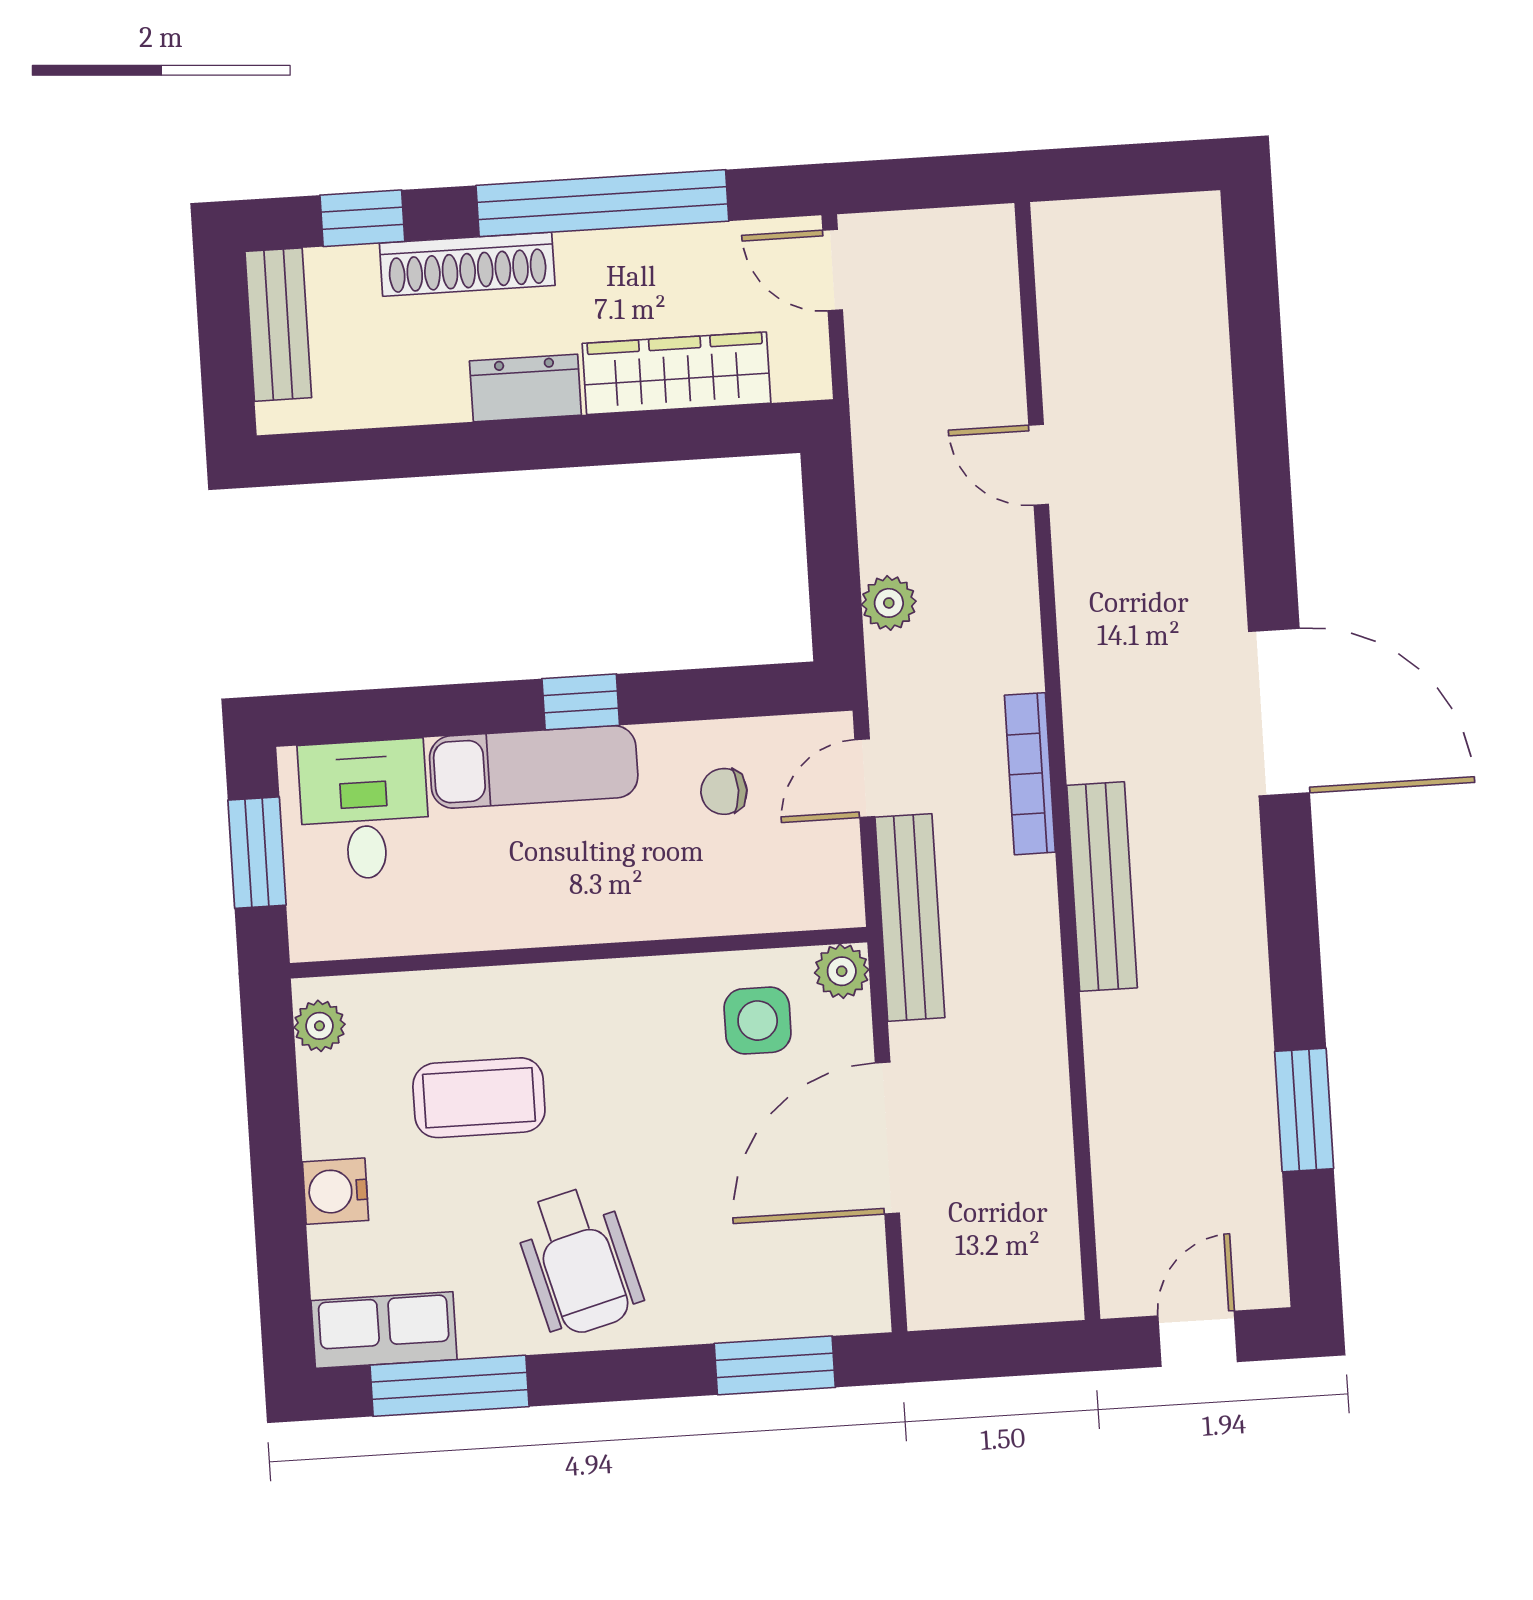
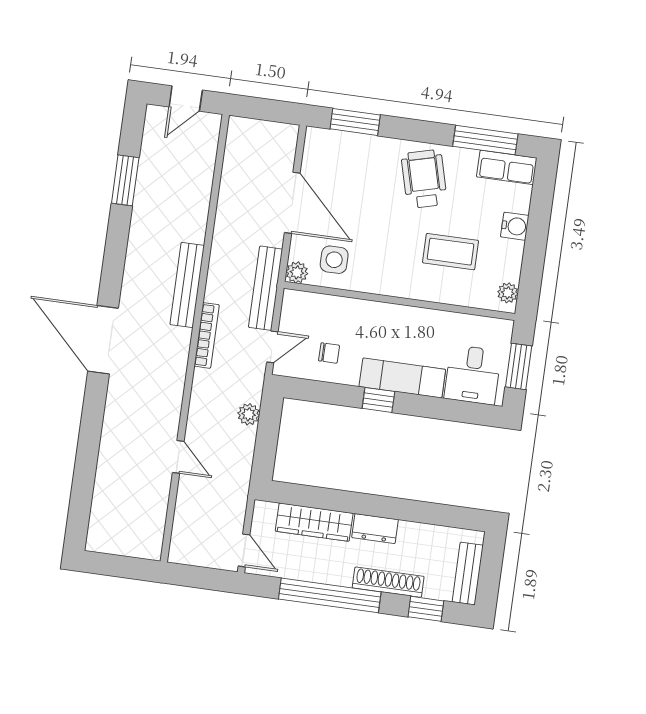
door: (887, 1138) -> (292, 203), hinge flipped

